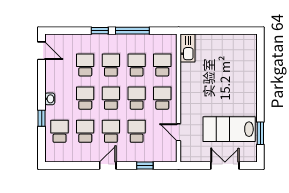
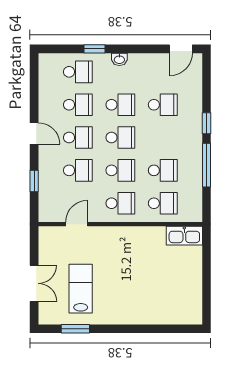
school desk: (111, 65) -> (163, 138), removed
lab bench: (229, 129) -> (81, 289), width x0.73, depth x0.72

